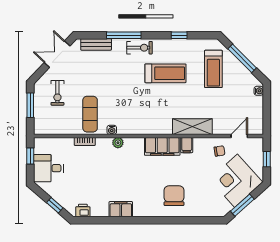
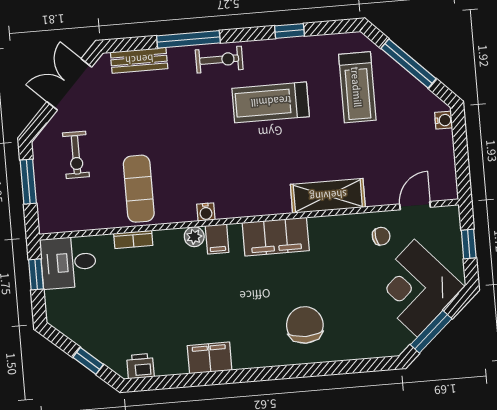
treadmill: (166, 73) -> (271, 102), turned 180
water cooler: (112, 130) -> (206, 212), moved
filing cabinet: (187, 145) -> (217, 239), moved
desk: (48, 168) -> (68, 262), moved

